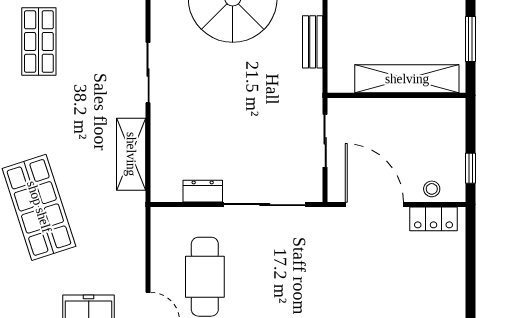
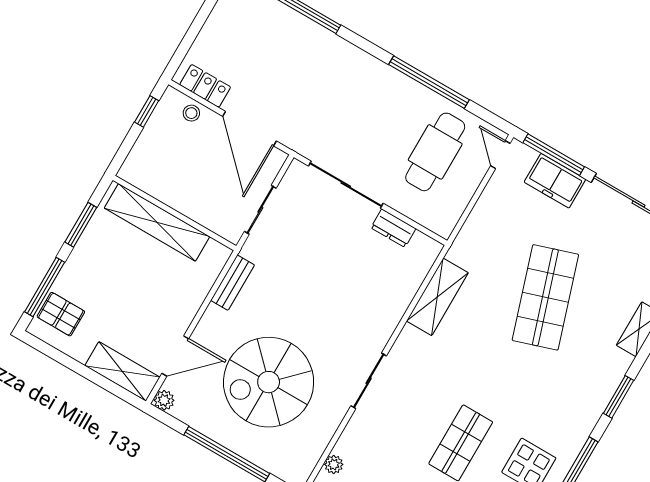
bench: (313, 42) -> (233, 283), moved
sliding door: (148, 73) -> (369, 381), moved

